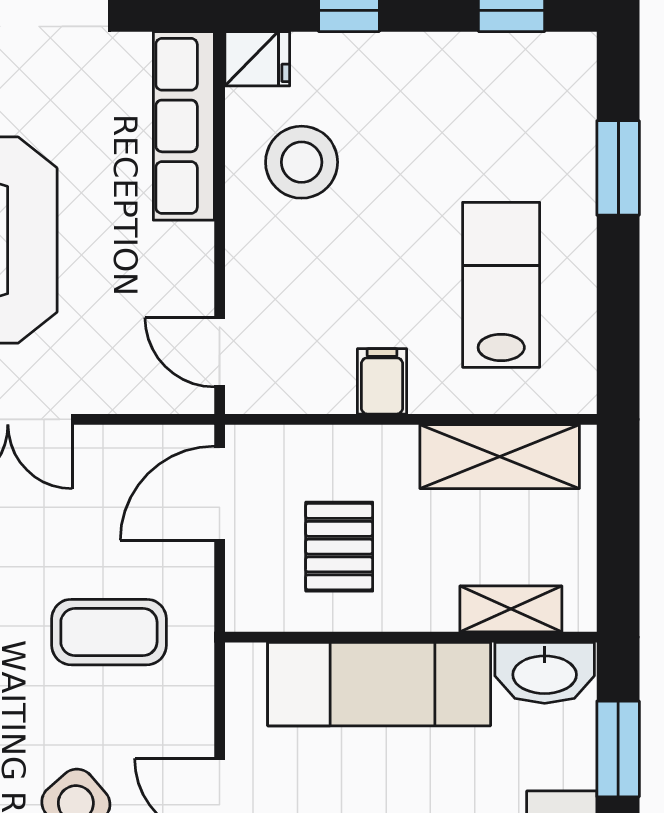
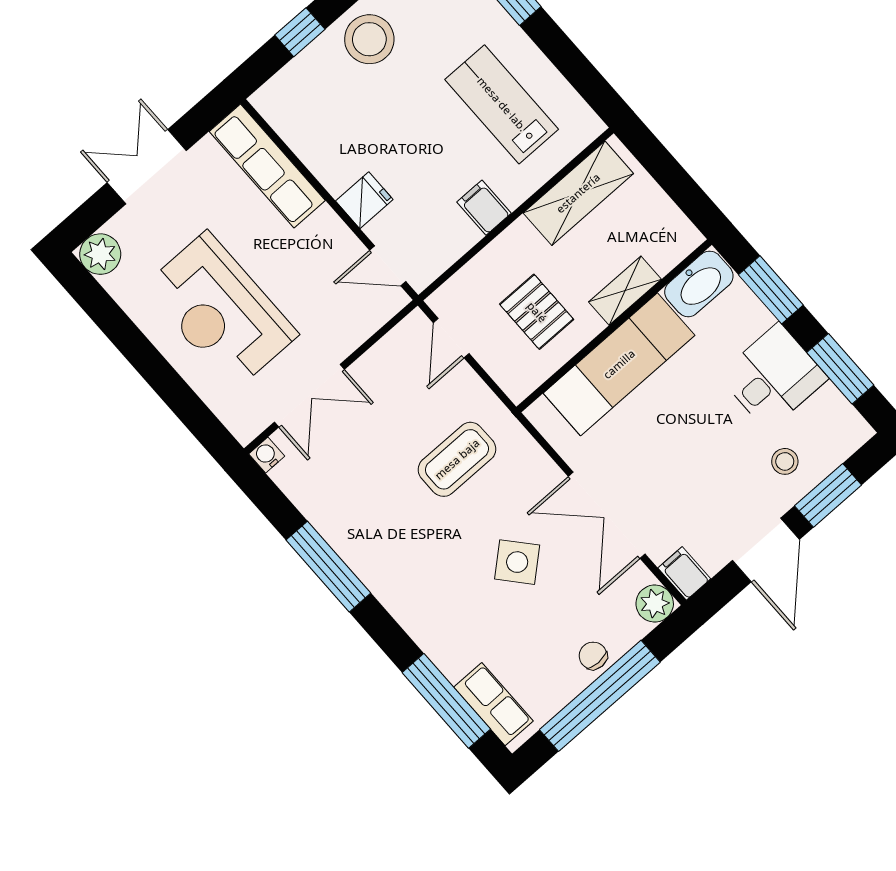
fridge: (257, 59) -> (364, 200), moved
stool: (302, 162) -> (369, 39), moved
door: (220, 493) -> (451, 338), width x0.73
shelving: (511, 609) -> (625, 291), moved

